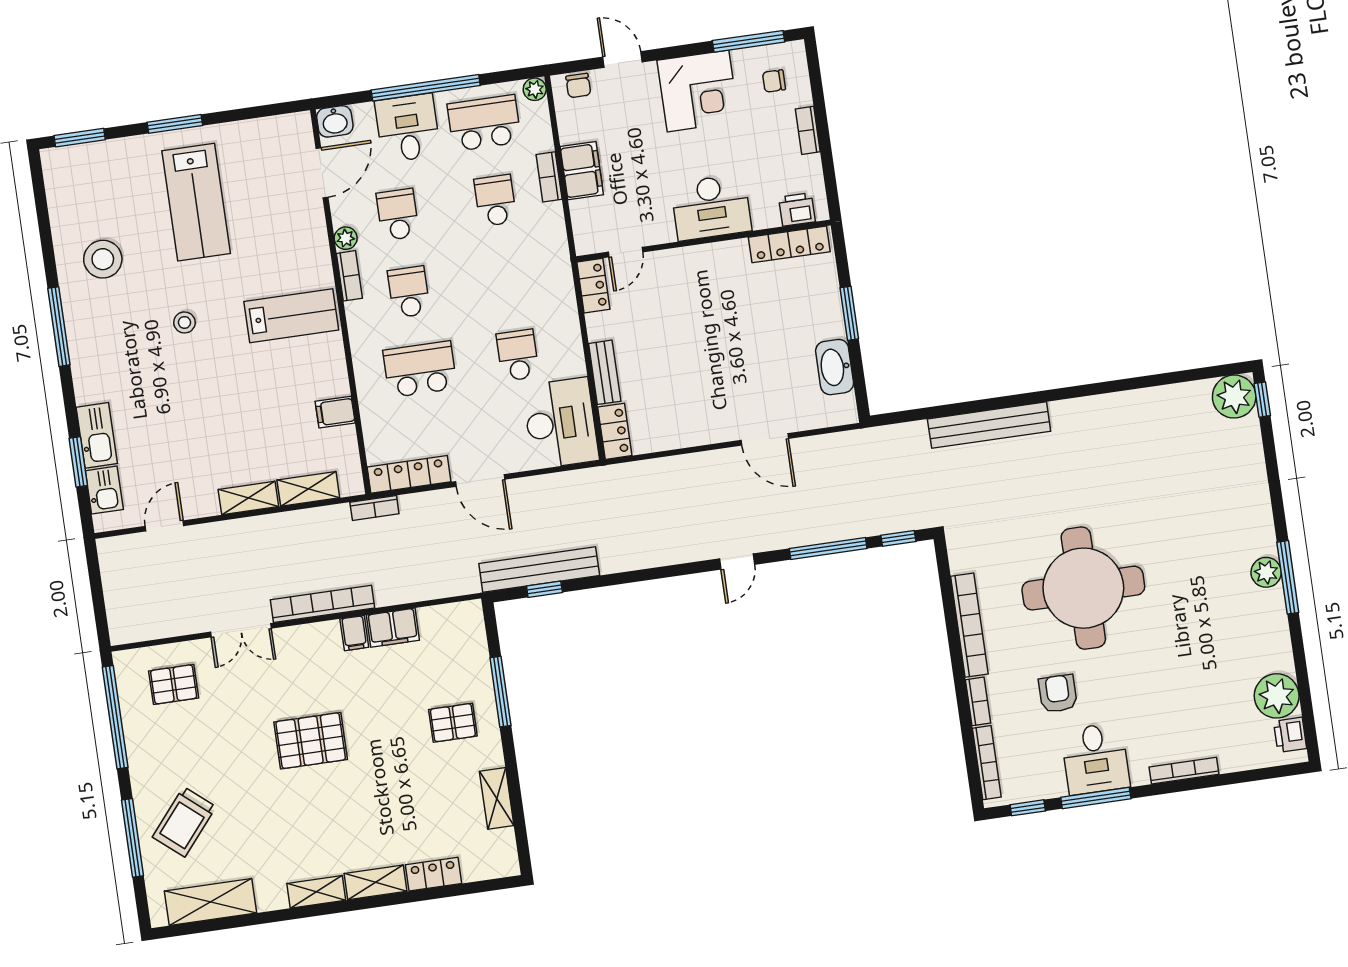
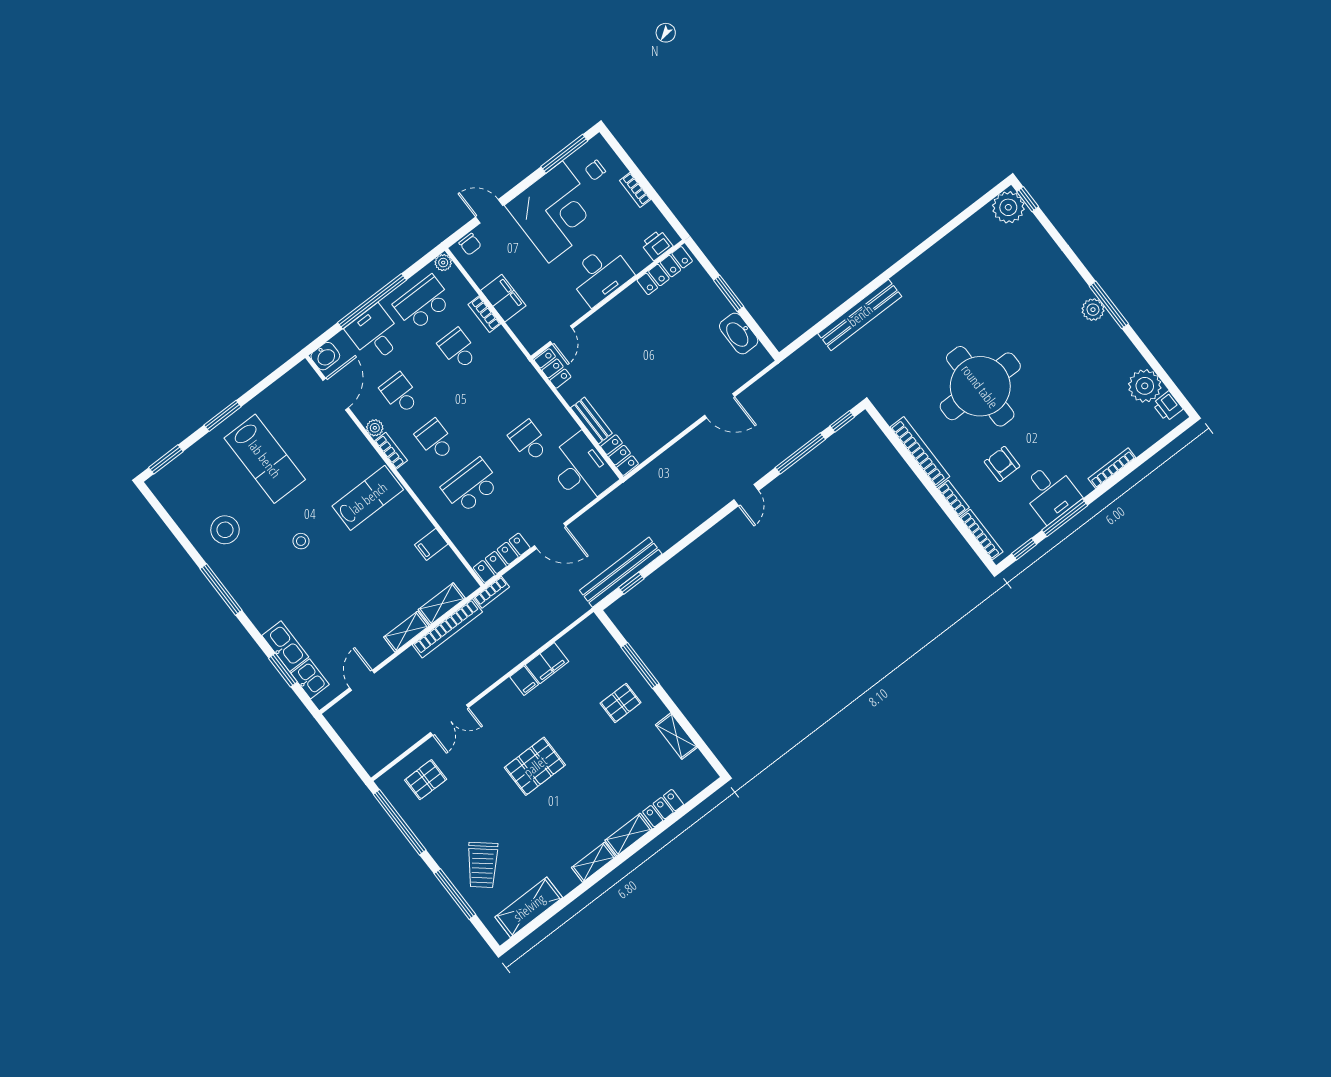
corner desk: (698, 91) -> (556, 212), width x1.36, depth x1.36
bookcase: (322, 604) -> (447, 628), moved, turned 180

